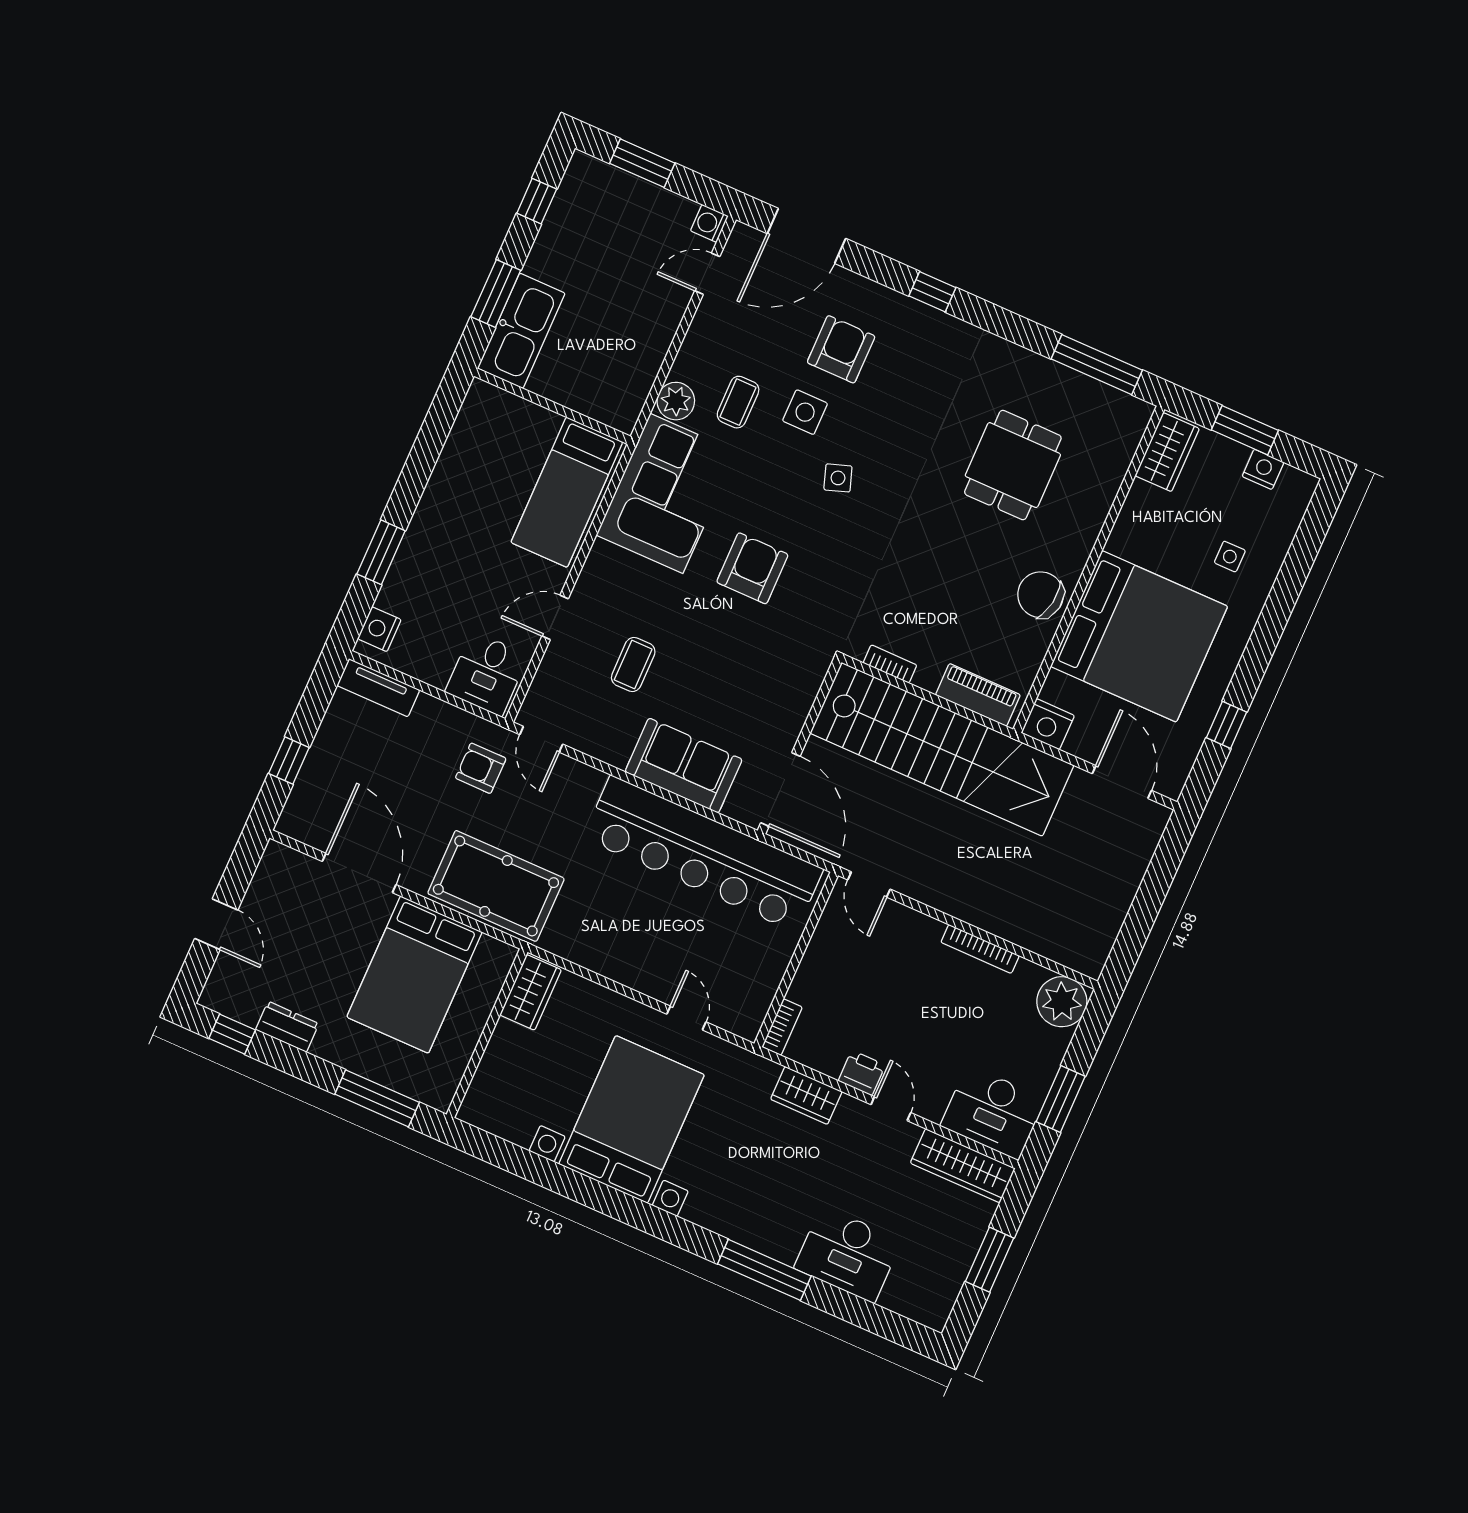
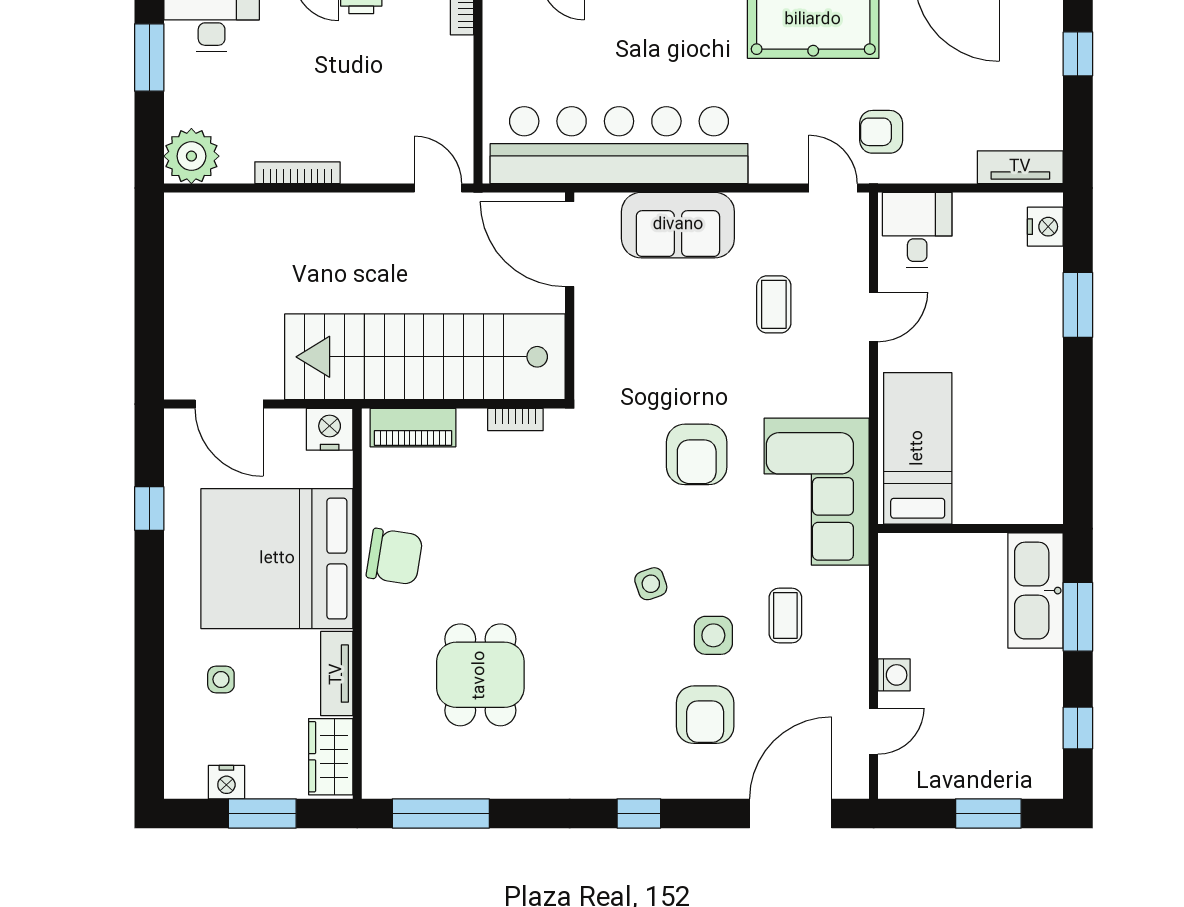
washing machine: (709, 223) -> (894, 675), moved
plant: (676, 401) -> (849, 589), removed
tv unit: (1132, 519) -> (337, 674), added
armchair: (481, 768) -> (881, 132), turned 180

